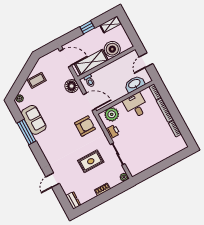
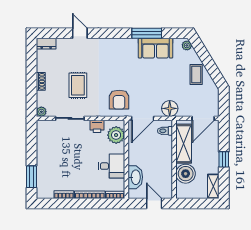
window: (175, 159) -> (32, 177), added

